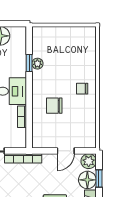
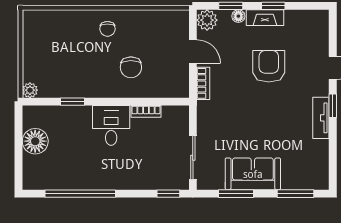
plant: (37, 64) -> (30, 90), moved
bookcase: (23, 158) -> (203, 83), moved, width x0.64
floor lamp: (87, 180) -> (238, 16), width x0.53, depth x0.53

